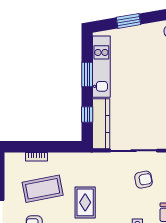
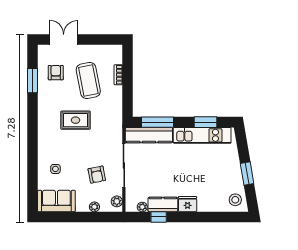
window: (129, 21) -> (247, 174), moved
window: (87, 75) -> (205, 122), moved
window: (87, 115) -> (158, 122), width x2.17

